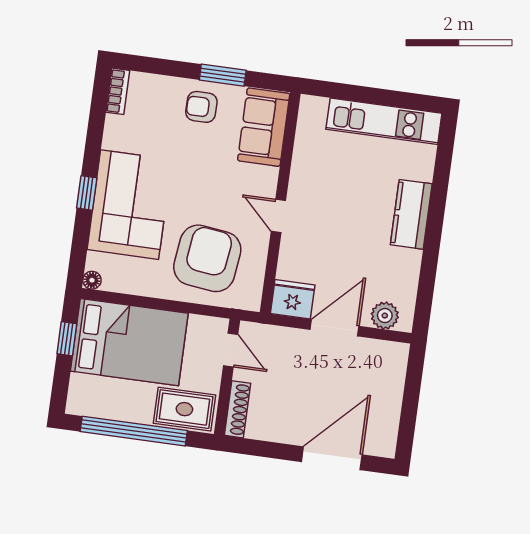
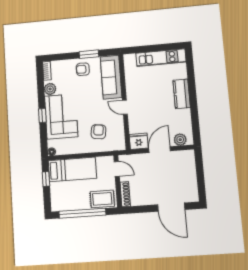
sofa: (264, 127) -> (111, 77), width x1.36
plant: (117, 136) -> (50, 89), added
armchair: (207, 258) -> (98, 132), width x0.53, depth x0.53
bed: (129, 342) -> (72, 169), width x0.67
door: (332, 458) -> (171, 207), swing flipped

